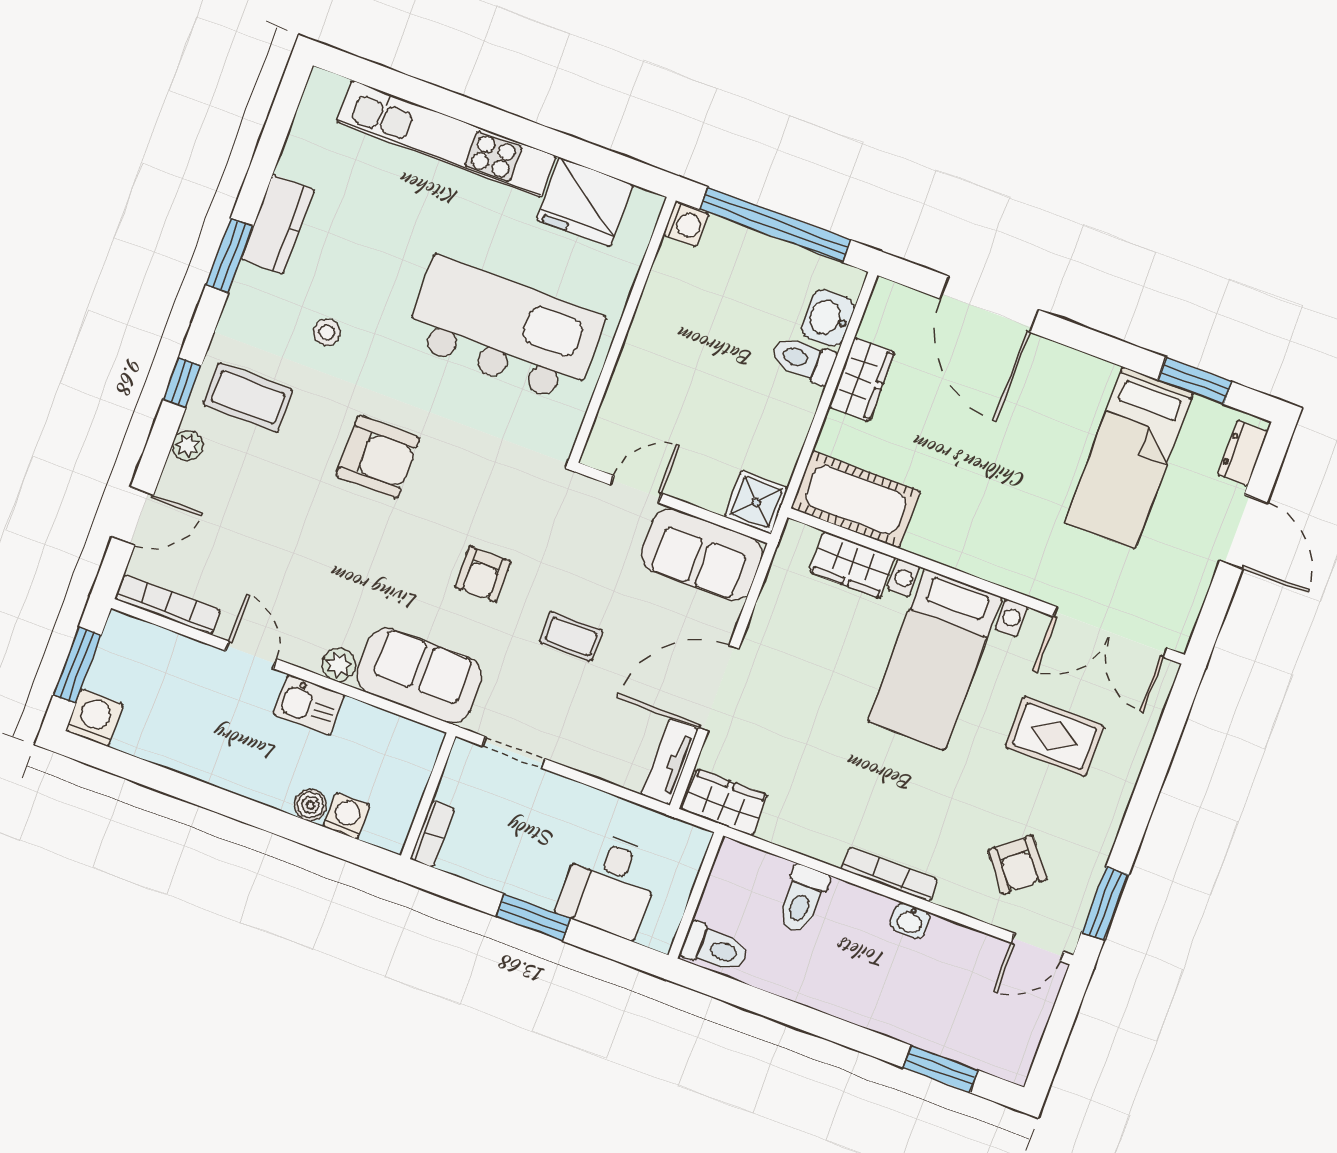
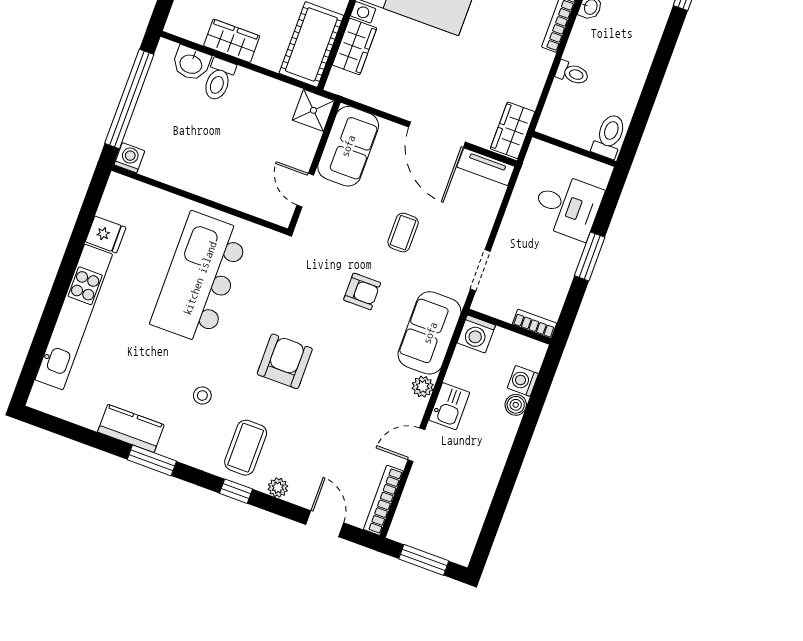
fridge: (585, 202) -> (106, 235), width x0.53, depth x0.75
washing machine: (94, 718) -> (476, 334), moved, turned -90
toilet: (802, 899) -> (572, 73), width x0.73, depth x0.72

